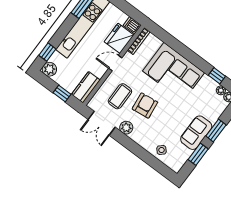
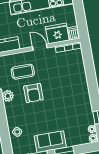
corner sofa: (173, 72) -> (72, 88), removed
armchair: (145, 106) -> (33, 93), turned 97

